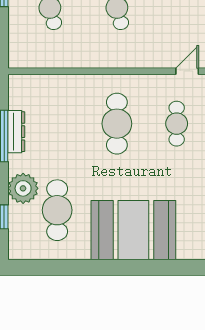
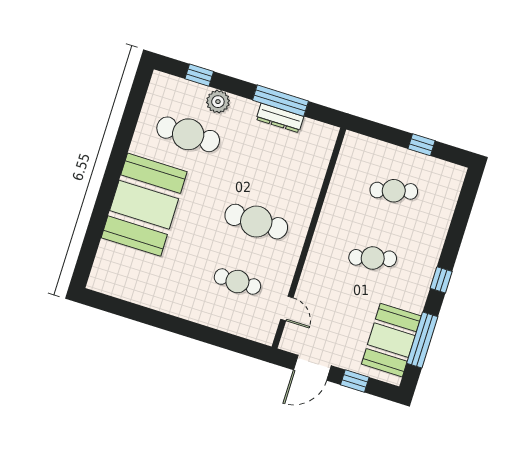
plant: (23, 188) -> (218, 102), width x0.73, depth x0.73

